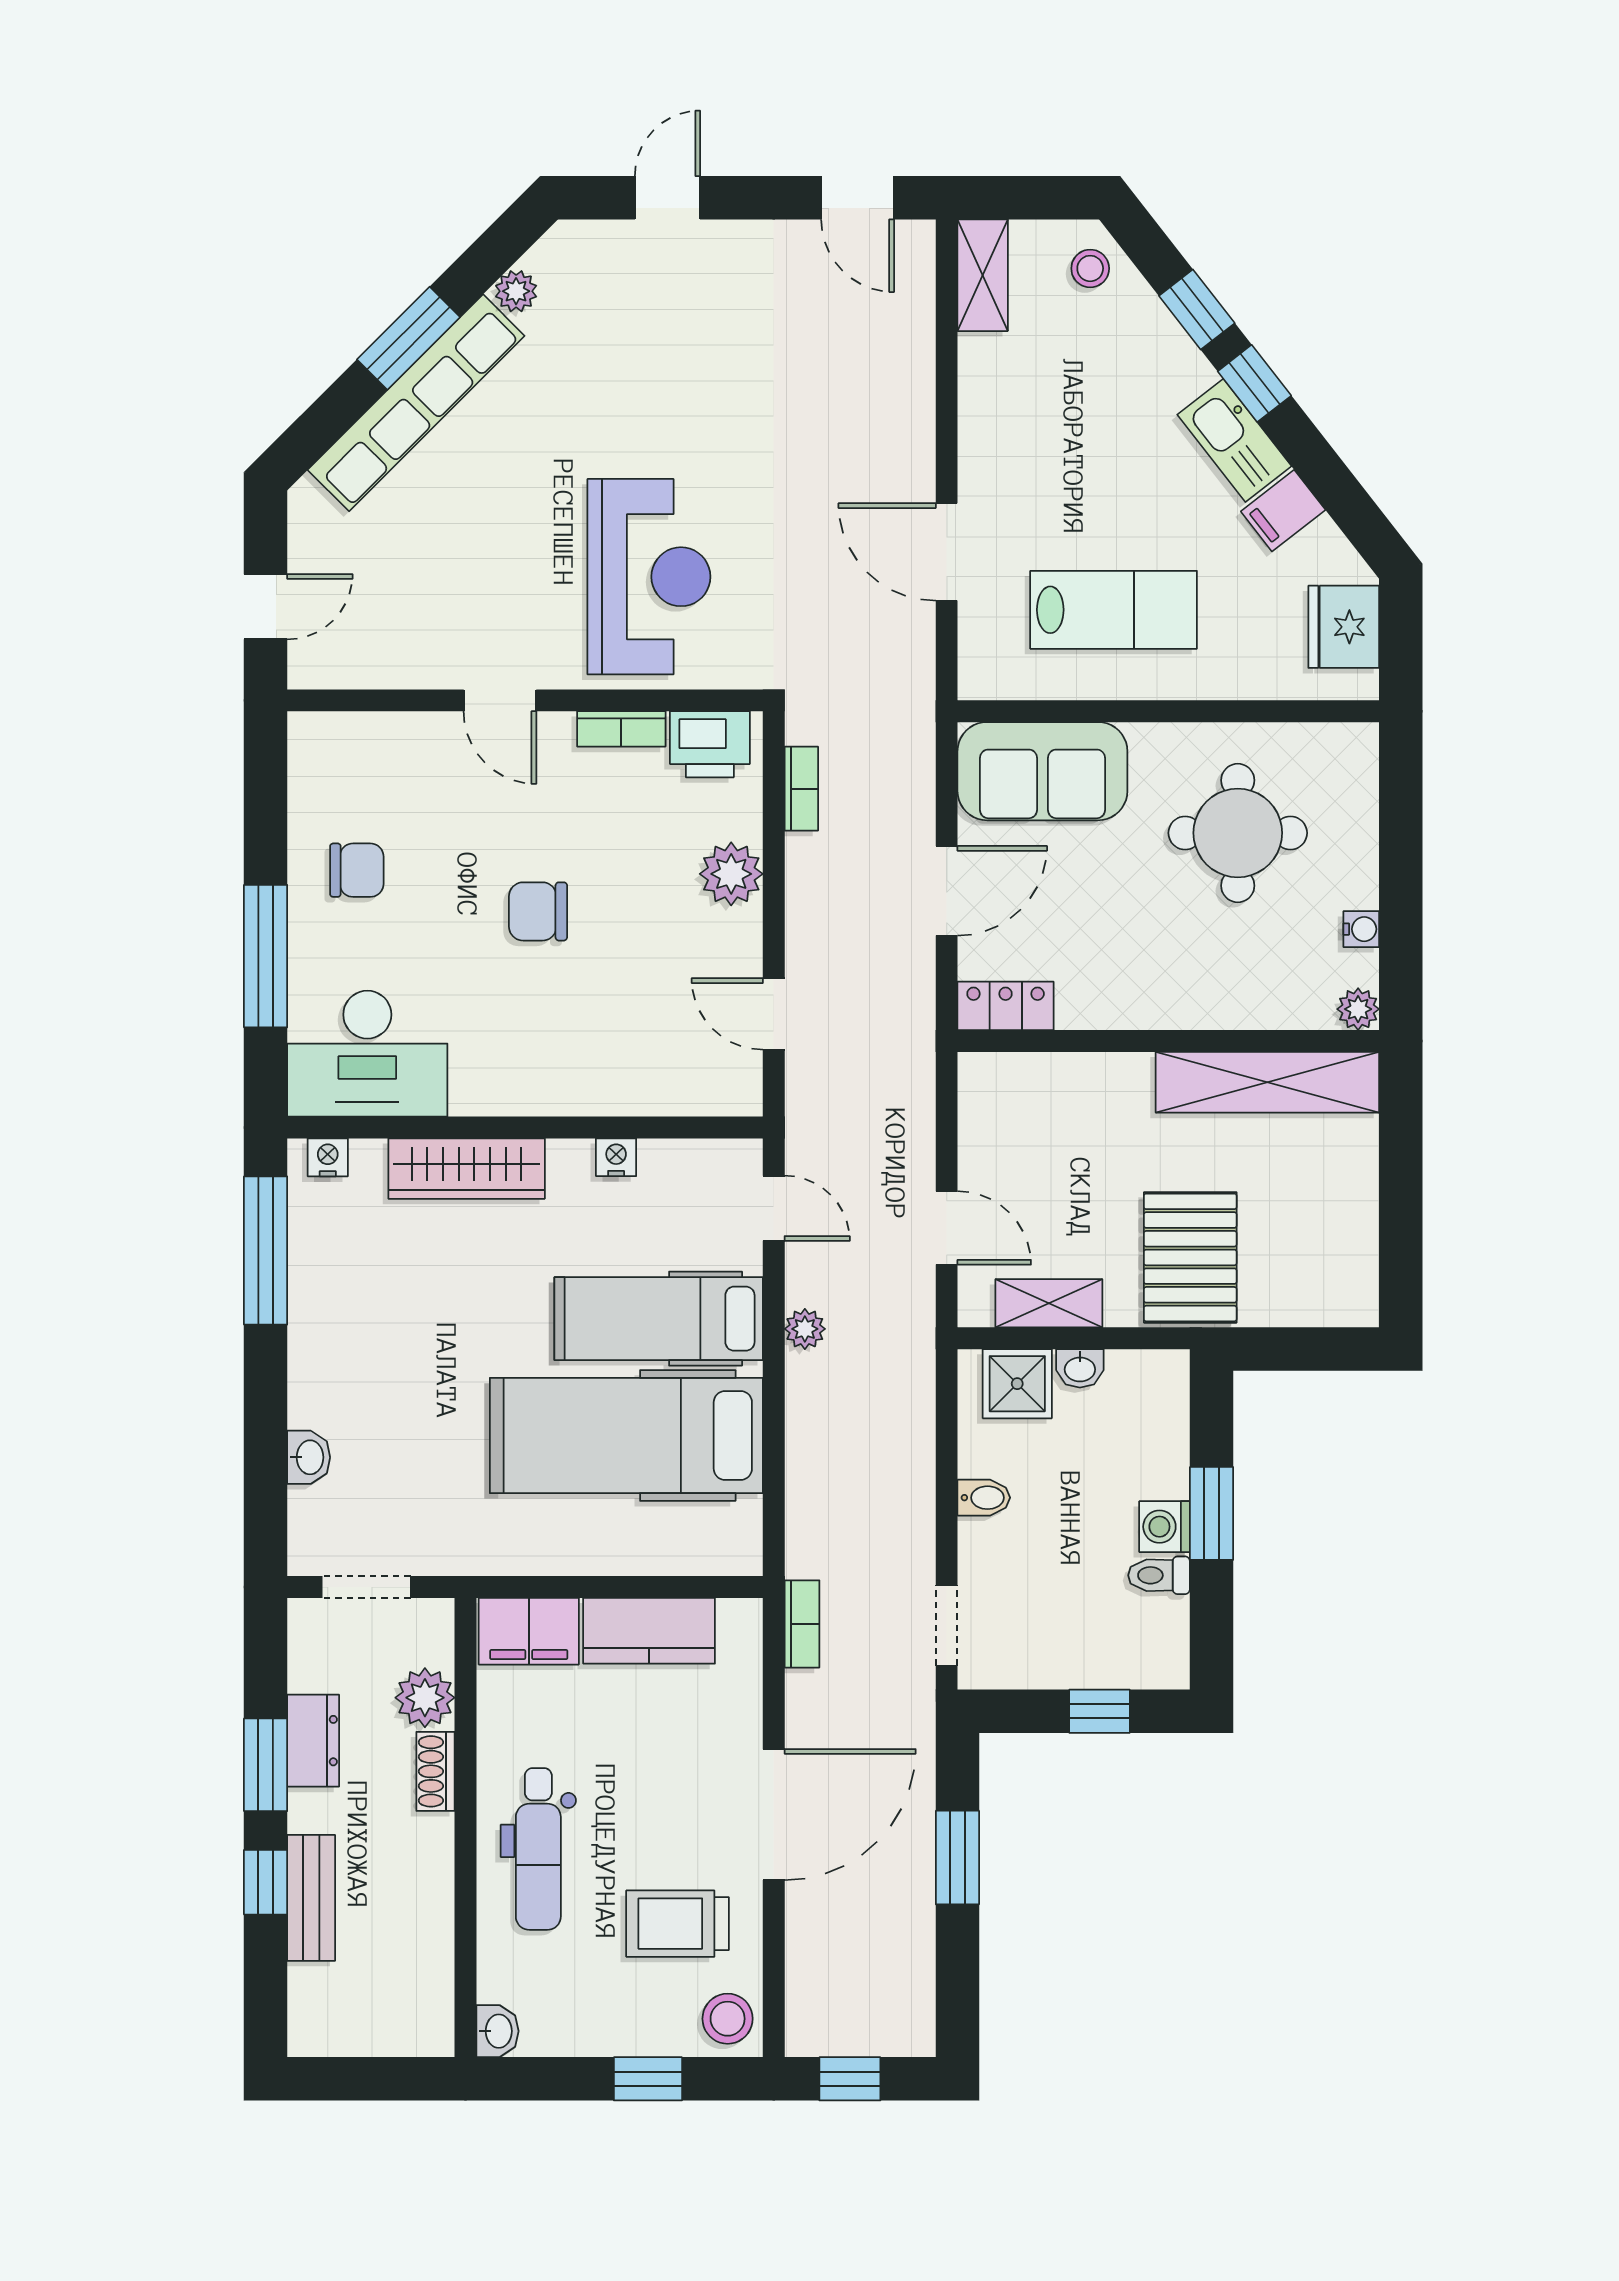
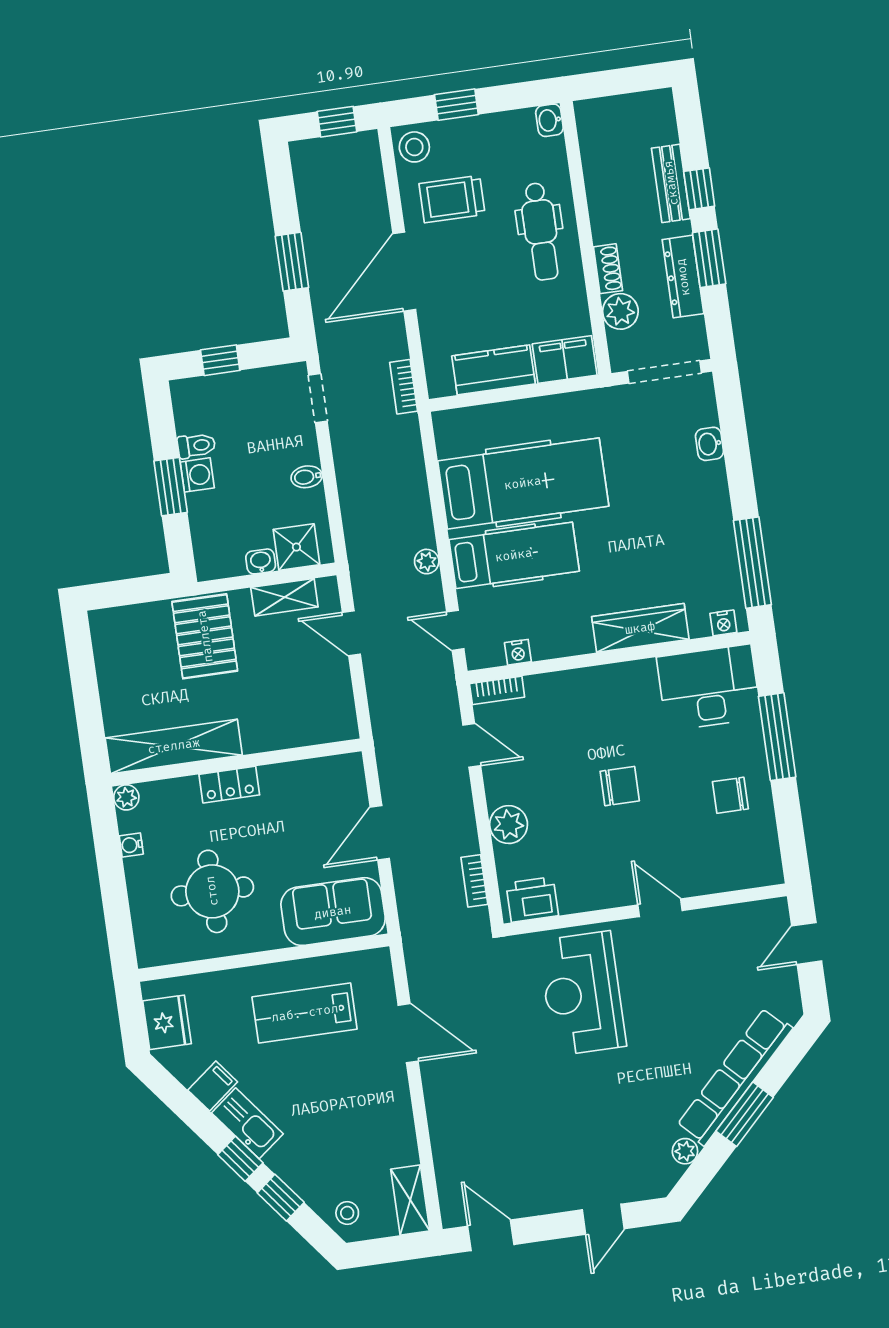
bookcase: (621, 729) -> (497, 690), moved, turned 180
locker: (1006, 1006) -> (229, 785), moved
nightstand: (616, 1157) -> (518, 652), moved
doorway: (366, 1587) -> (664, 372), width x1.38
dresser: (313, 1741) -> (683, 277), width x1.44
dental chair: (538, 1849) -> (541, 231), turned 180
trolley: (677, 1924) -> (452, 199), turned 180

